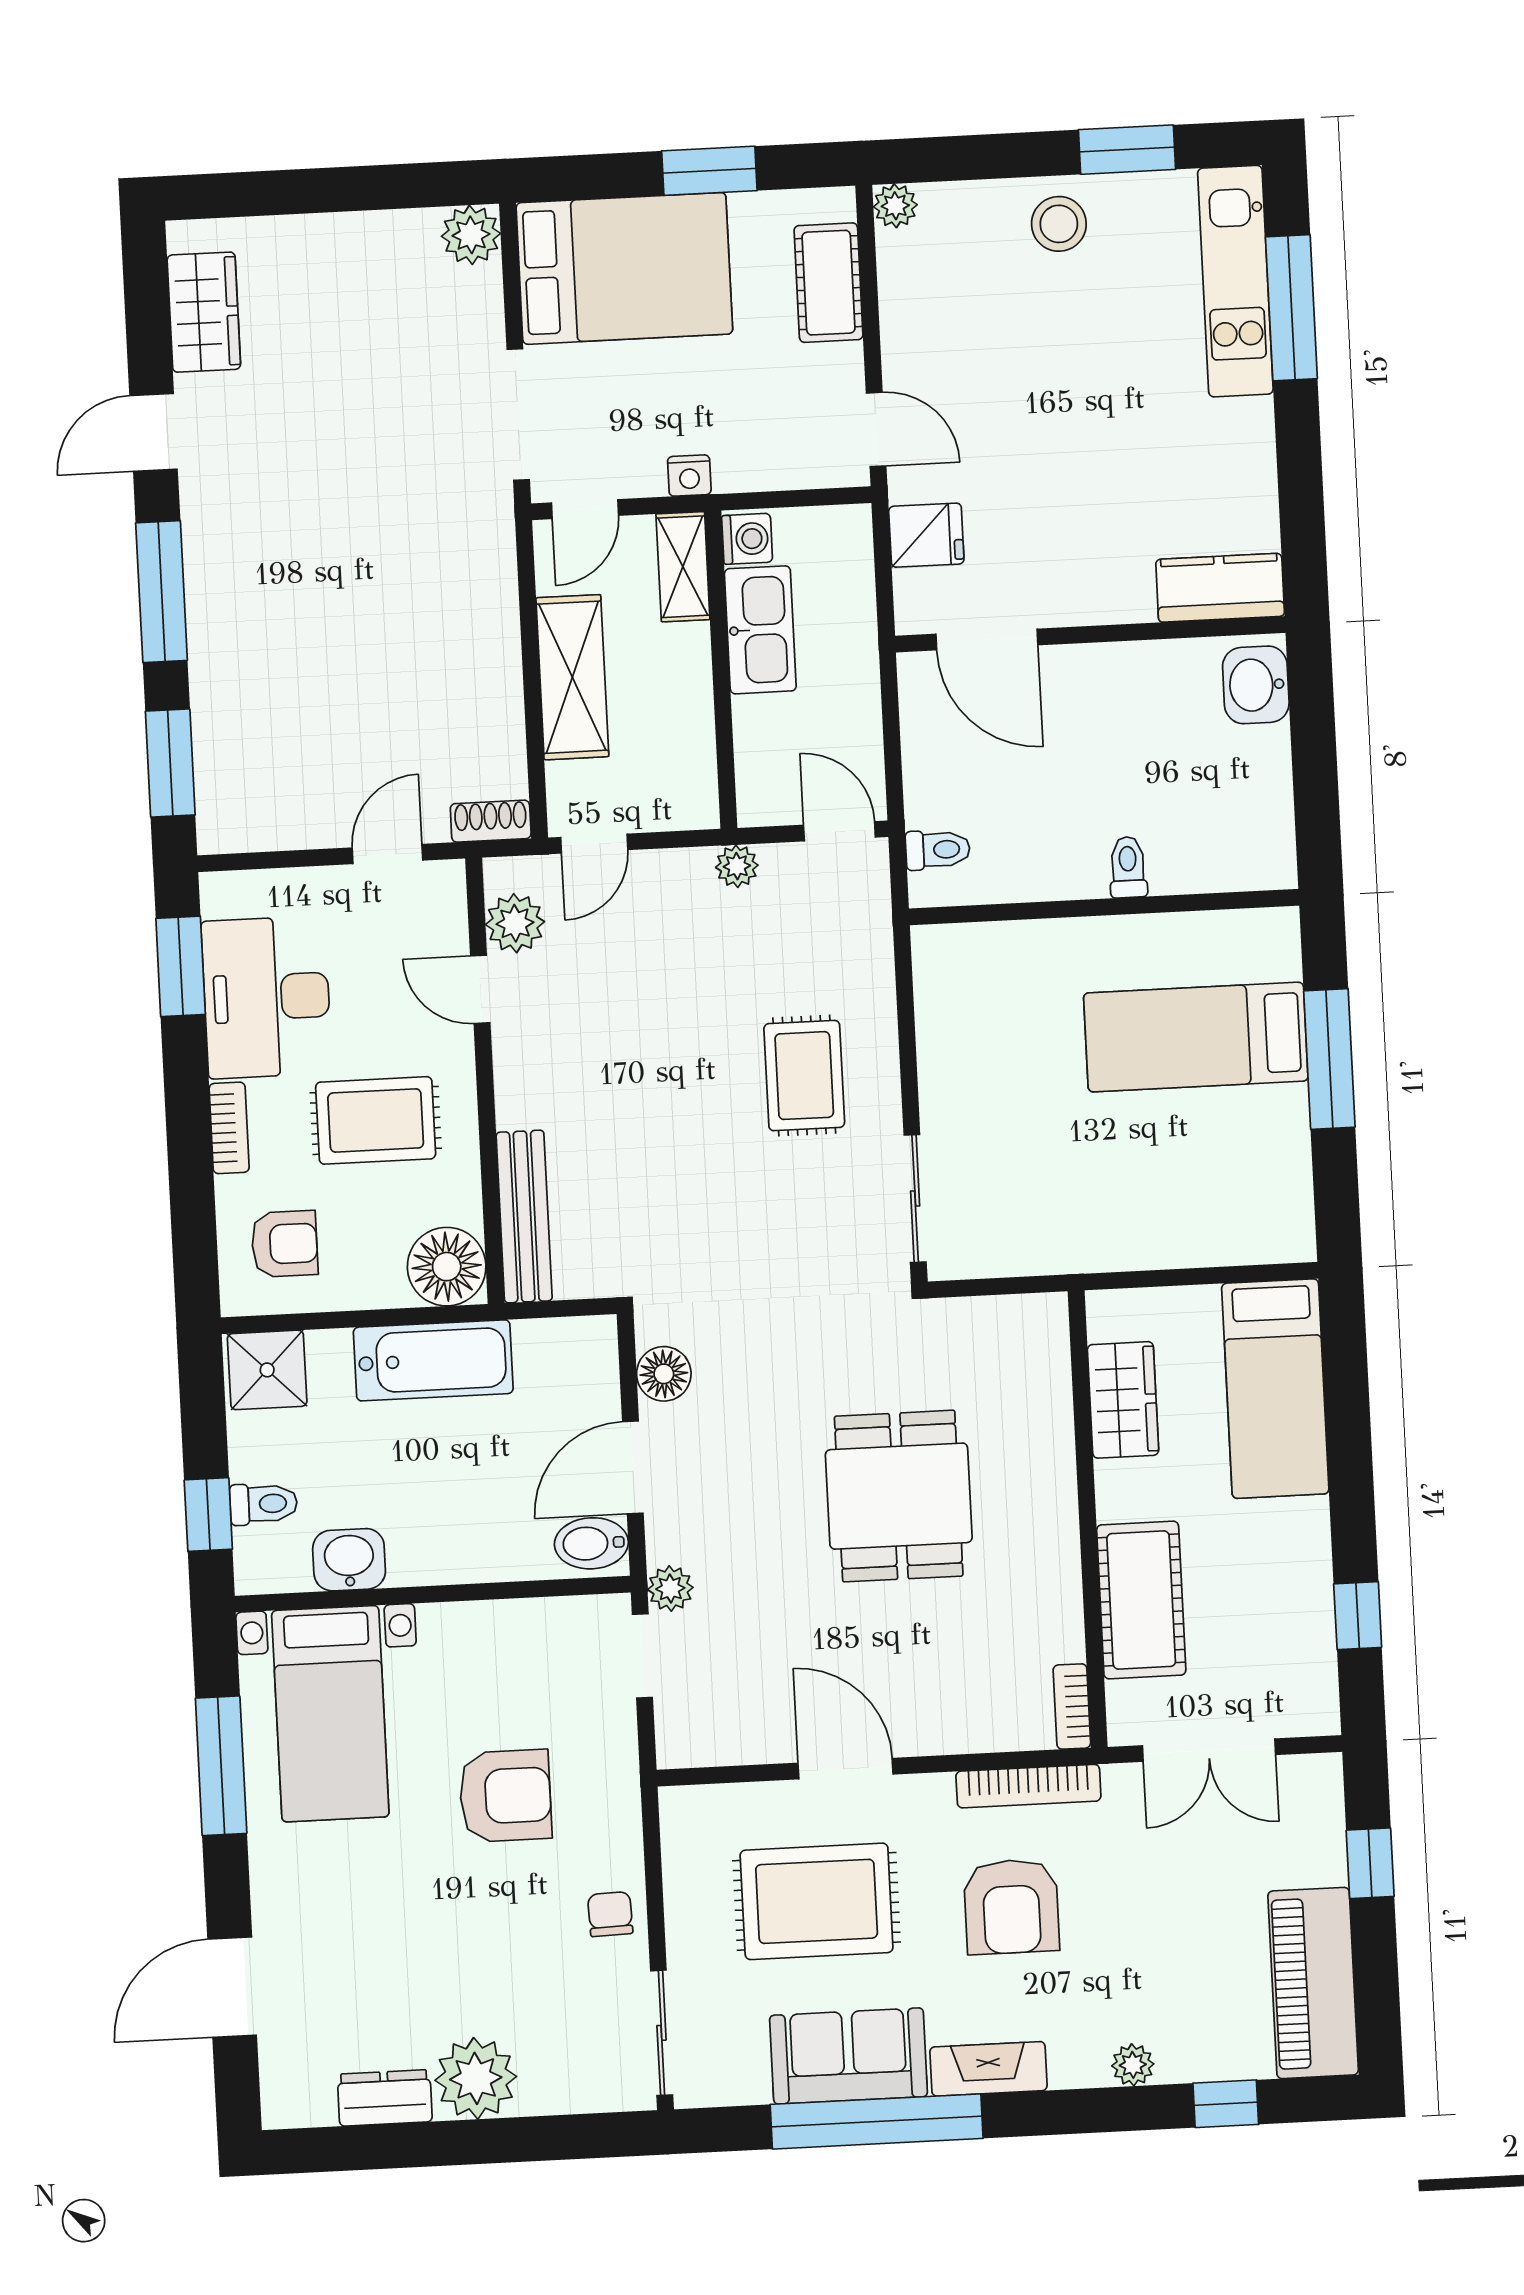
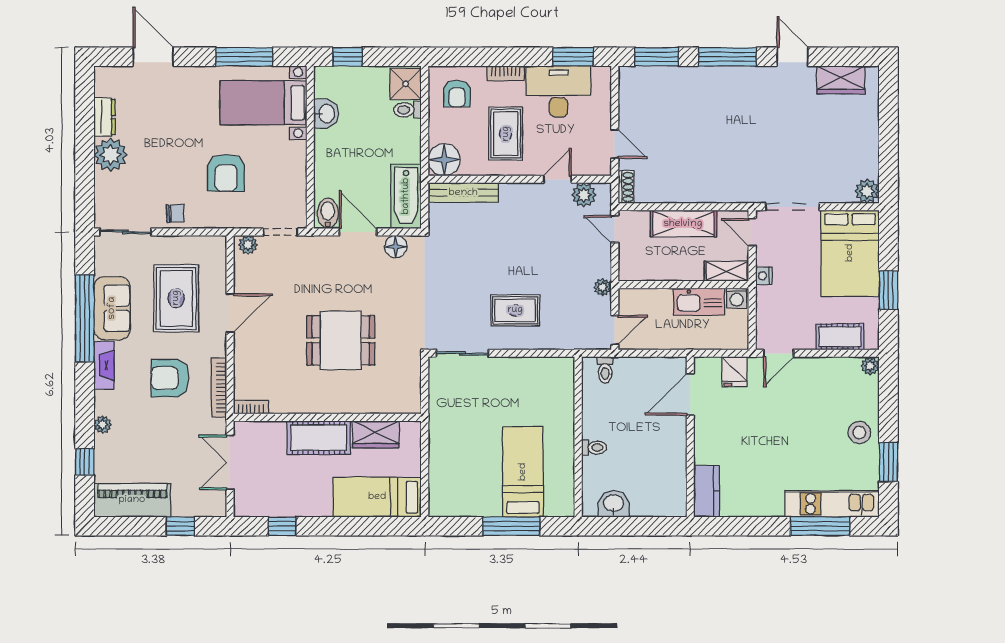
washbasin: (1256, 685) -> (614, 504), moved
bathtub: (433, 1360) -> (406, 196), moved
toilet: (264, 1504) -> (408, 110), moved, turned 90
plant: (670, 1589) -> (248, 245), moved
cot: (1141, 1600) -> (319, 438), moved

